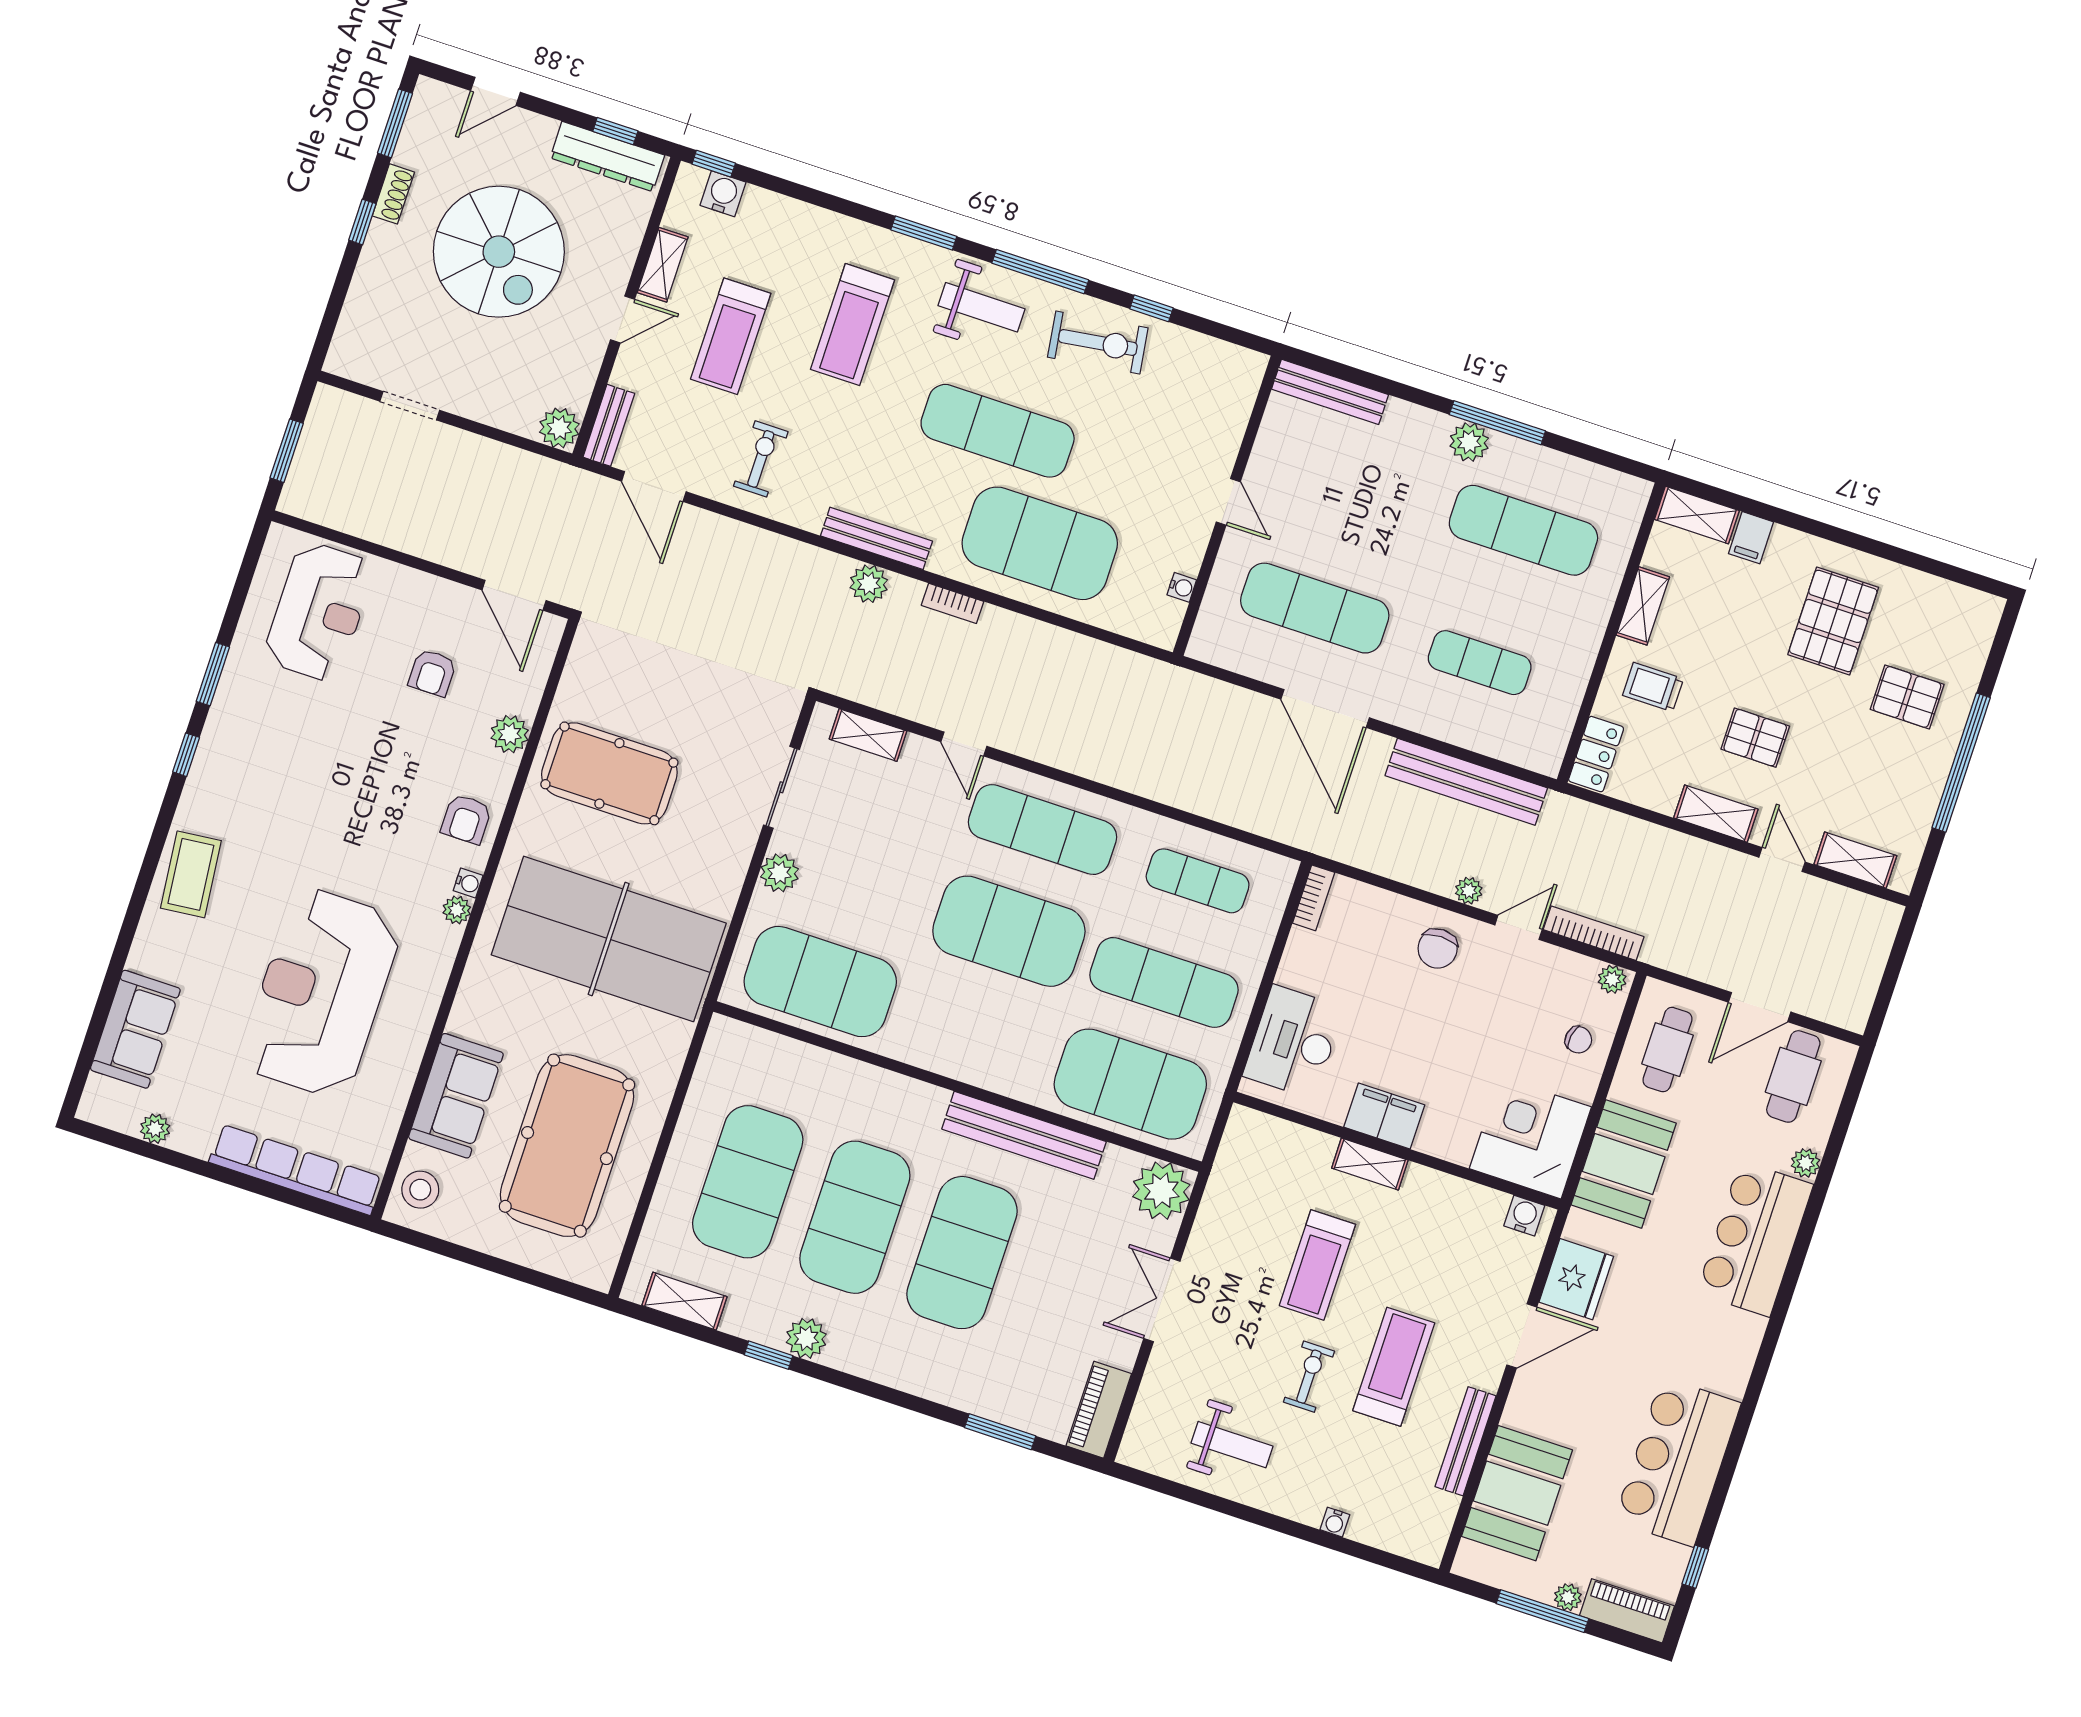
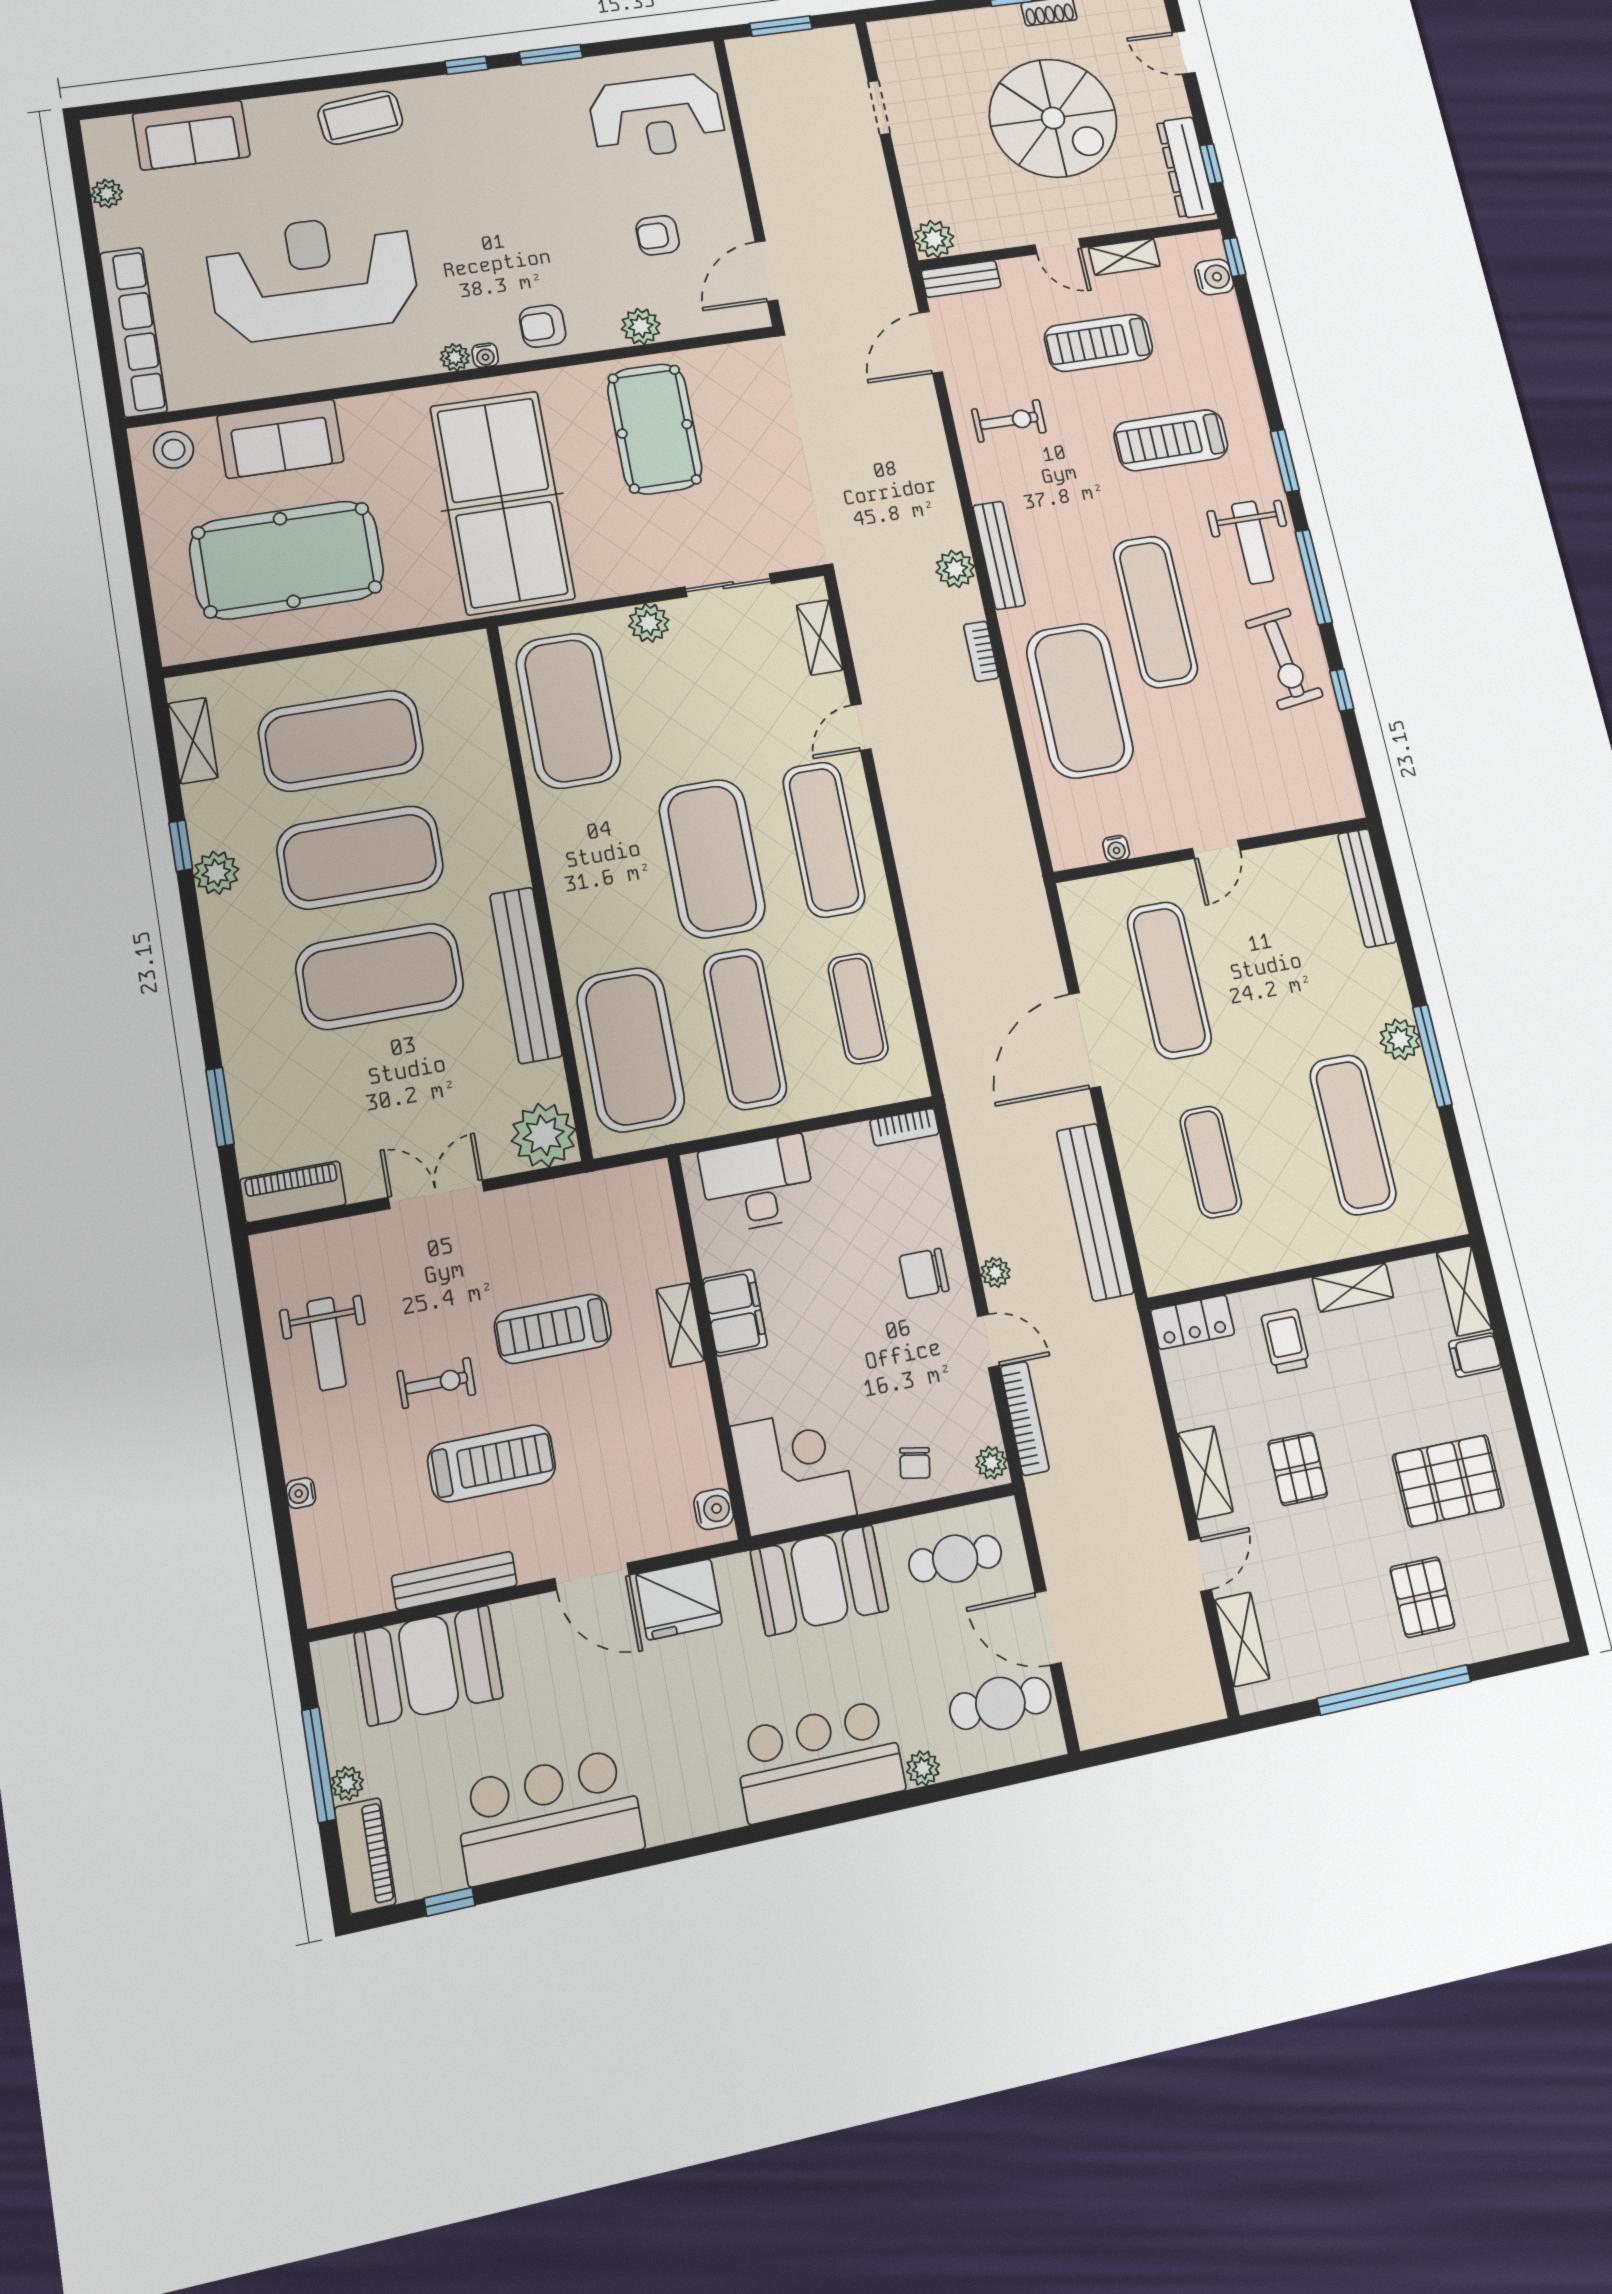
spiral stairs: (499, 252) -> (1053, 118), turned -90

